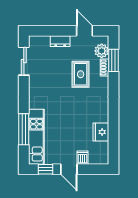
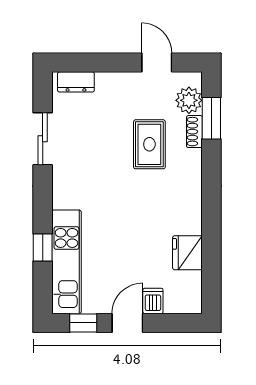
dresser: (60, 41) -> (76, 82), moved
sliding door: (24, 61) -> (43, 139), moved
window: (24, 129) -> (43, 248), width x0.46
door: (69, 169) -> (127, 323), swing flipped

